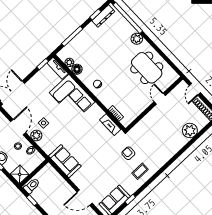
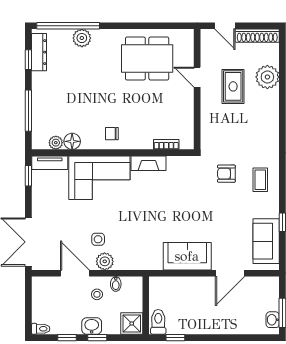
plant: (137, 39) -> (82, 38), moved
rug: (171, 119) -> (233, 86), added
fireplace: (110, 125) -> (149, 163), moved
sofa: (65, 161) -> (187, 256), moved

